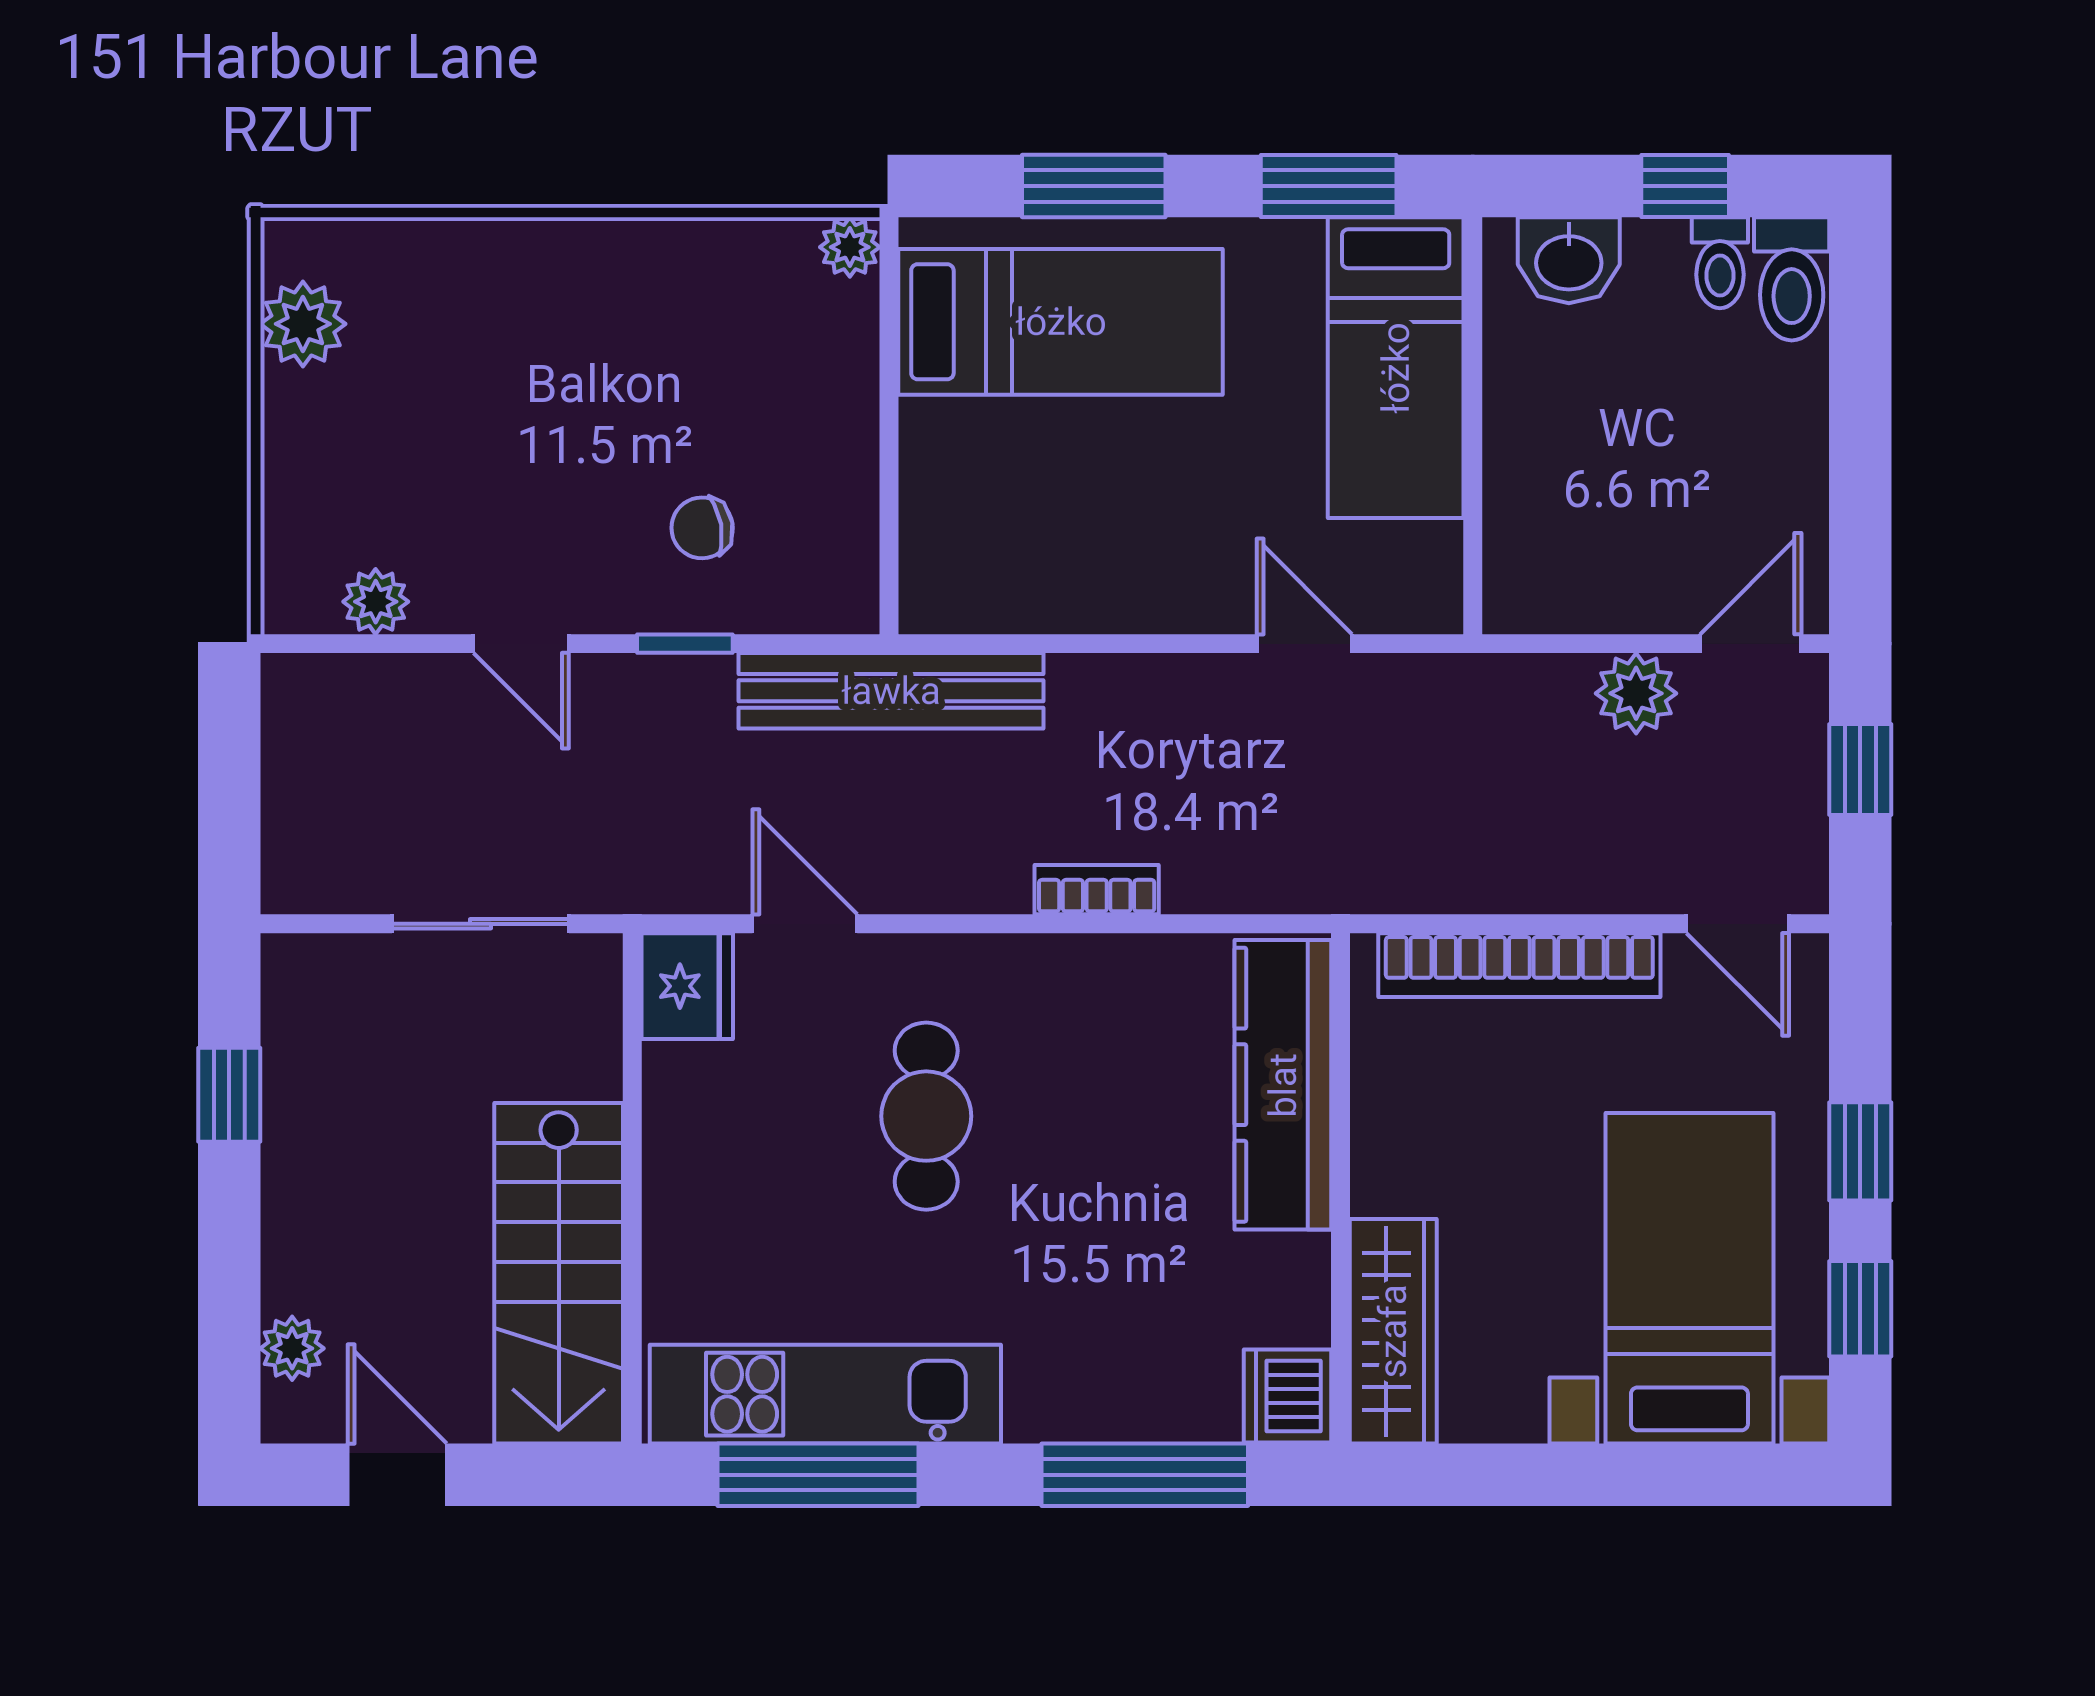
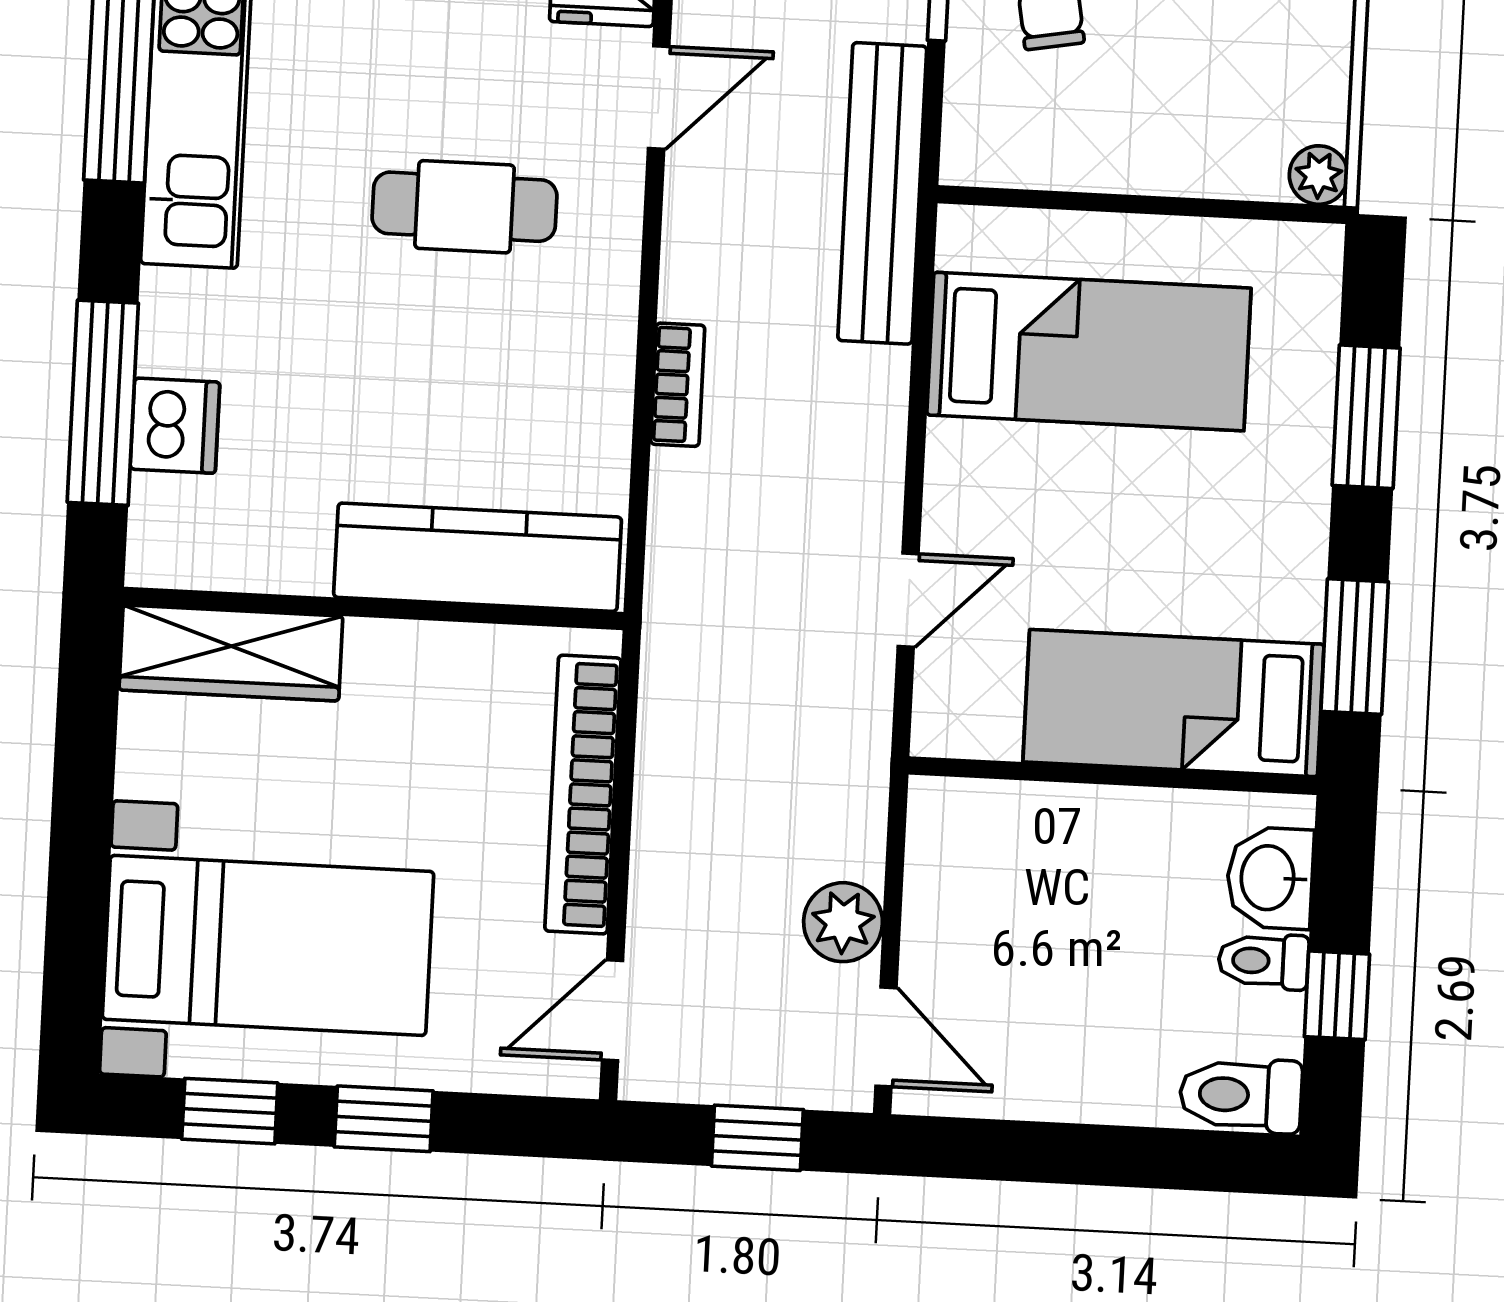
toilet: (1720, 263) -> (1263, 961), moved
bed: (1061, 322) -> (1089, 352), moved, turned -90
dishwasher: (1288, 1396) -> (175, 426), moved, turned 90

